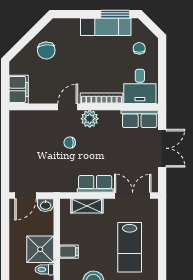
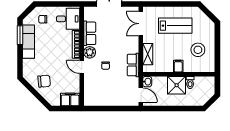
row of seats: (140, 119) -> (90, 33), moved
row of seats: (95, 184) -> (133, 65), moved

